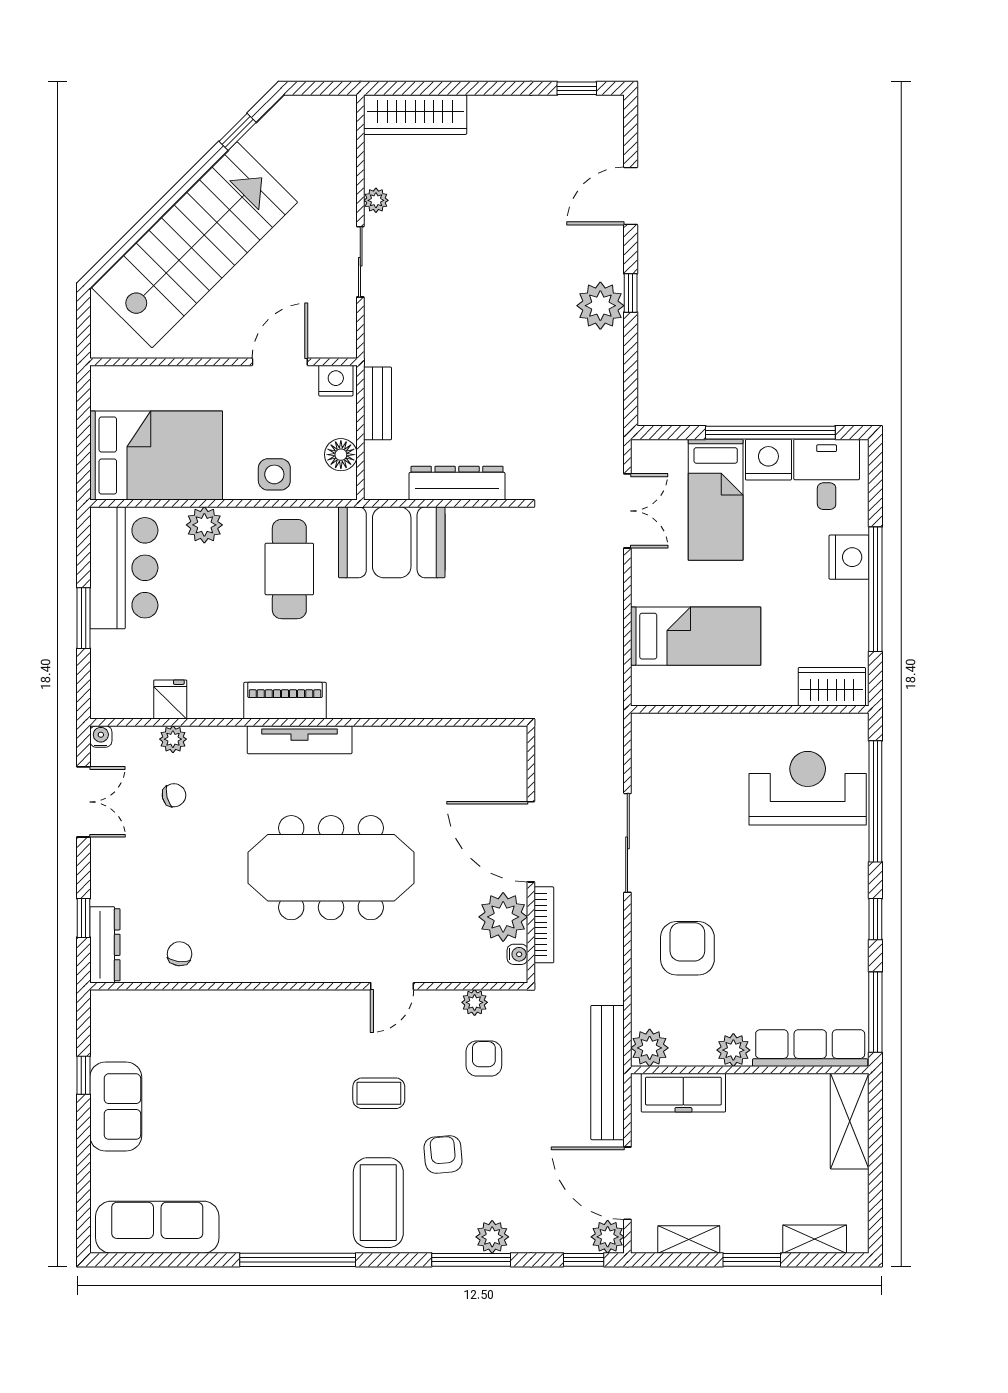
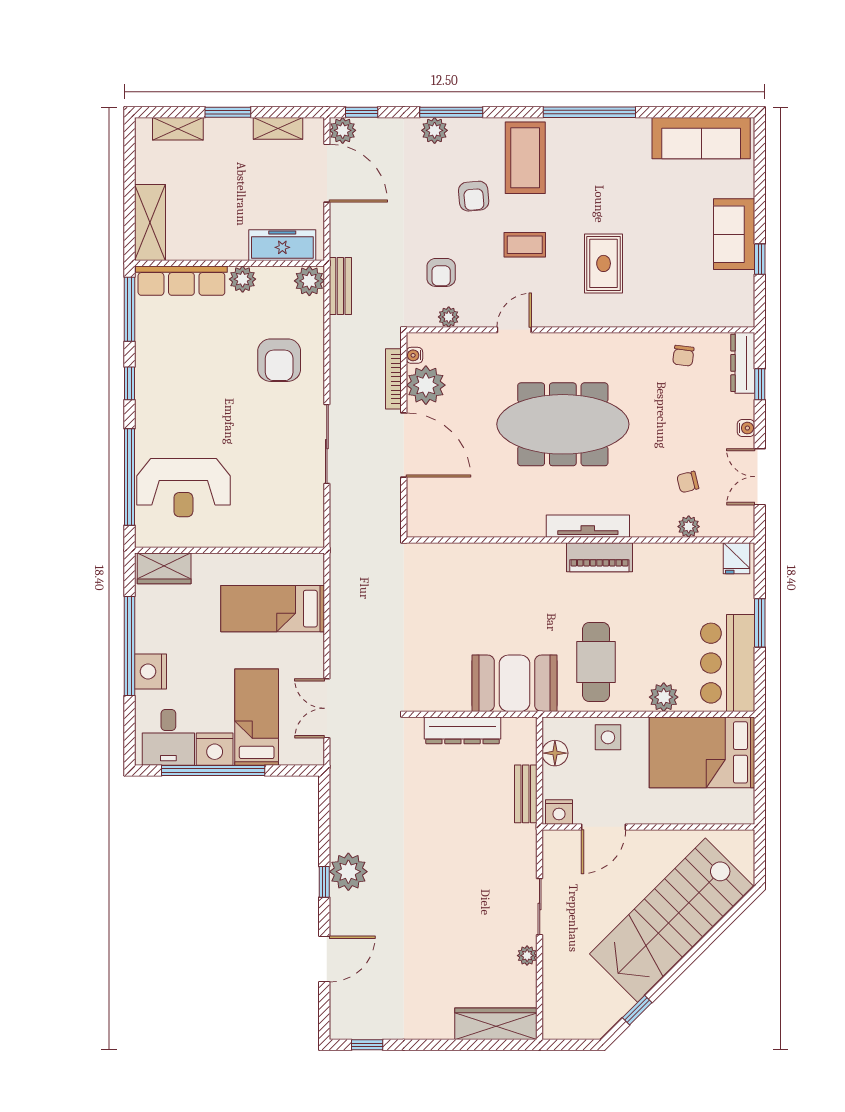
fridge: (170, 699) -> (737, 558), moved
water cooler: (101, 736) -> (746, 428), moved, turned -90
rug: (280, 1070) -> (604, 263), added
bench: (608, 1073) -> (340, 286), width x0.54, depth x0.82

